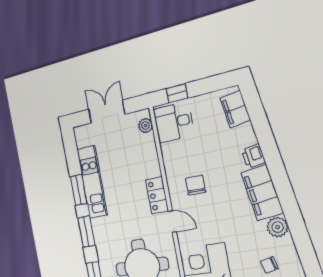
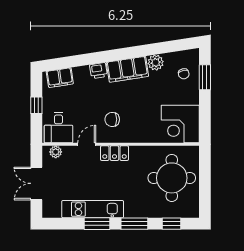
window: (177, 93) -> (36, 105), moved
door: (172, 221) -> (87, 144), moved

